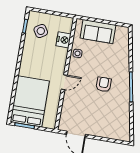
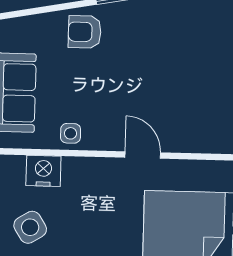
armchair: (104, 84) -> (85, 32), moved

